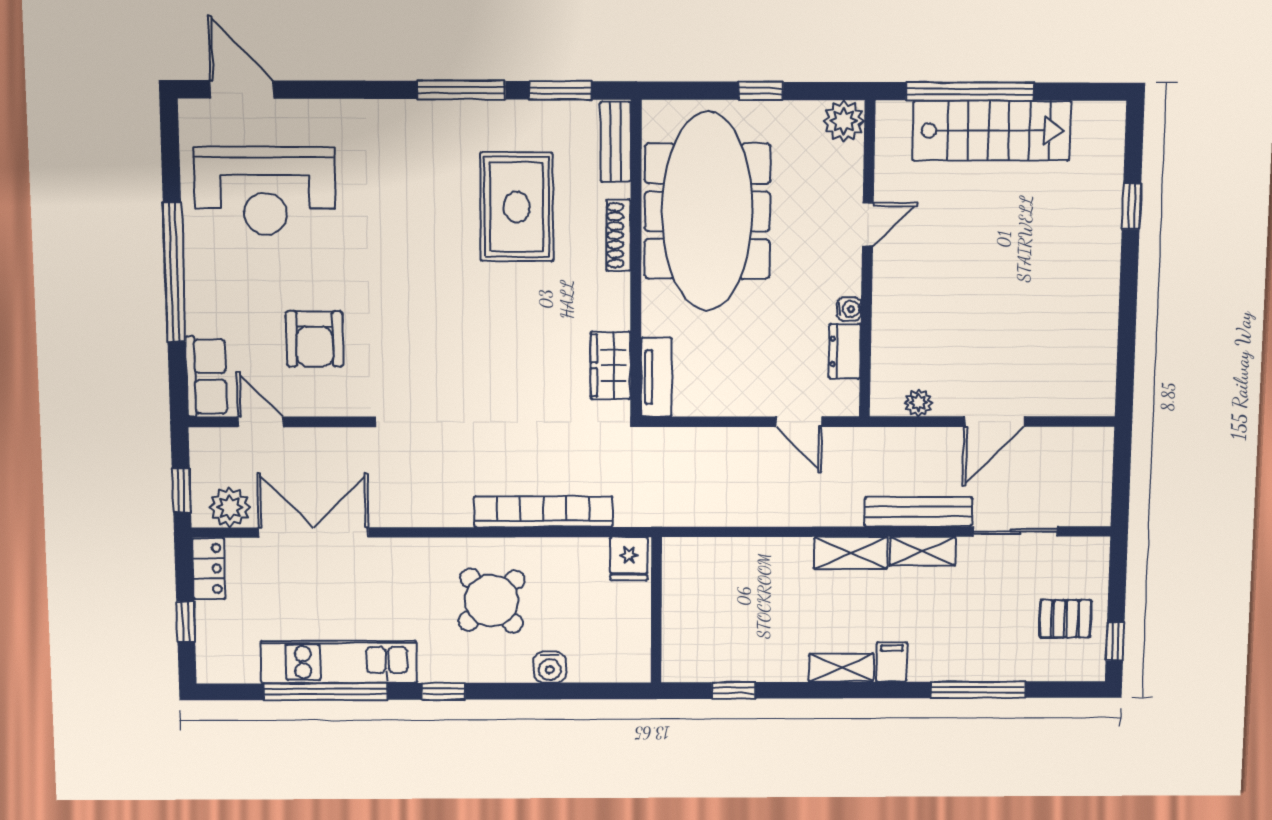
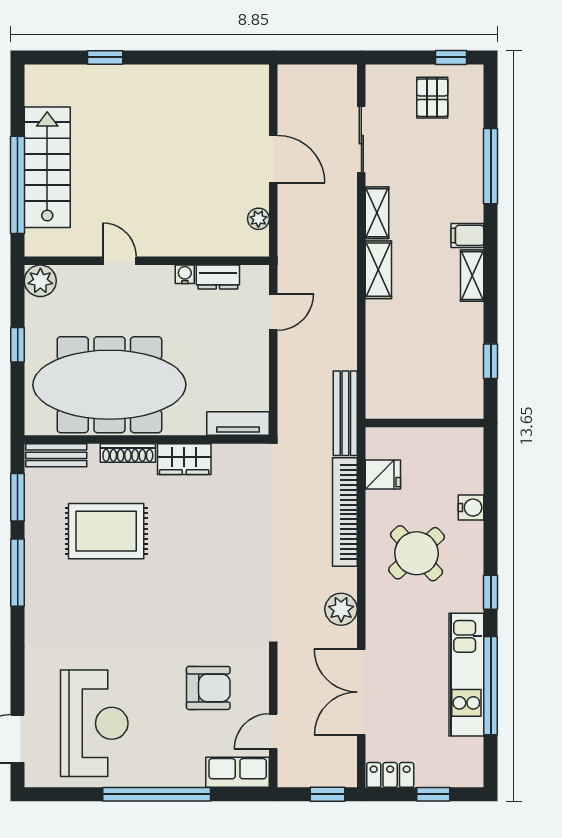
wardrobe: (611, 365) -> (184, 459), moved
plant: (230, 507) -> (341, 609), moved
bench: (918, 512) -> (345, 413), moved
fridge: (629, 559) -> (383, 475), moved

